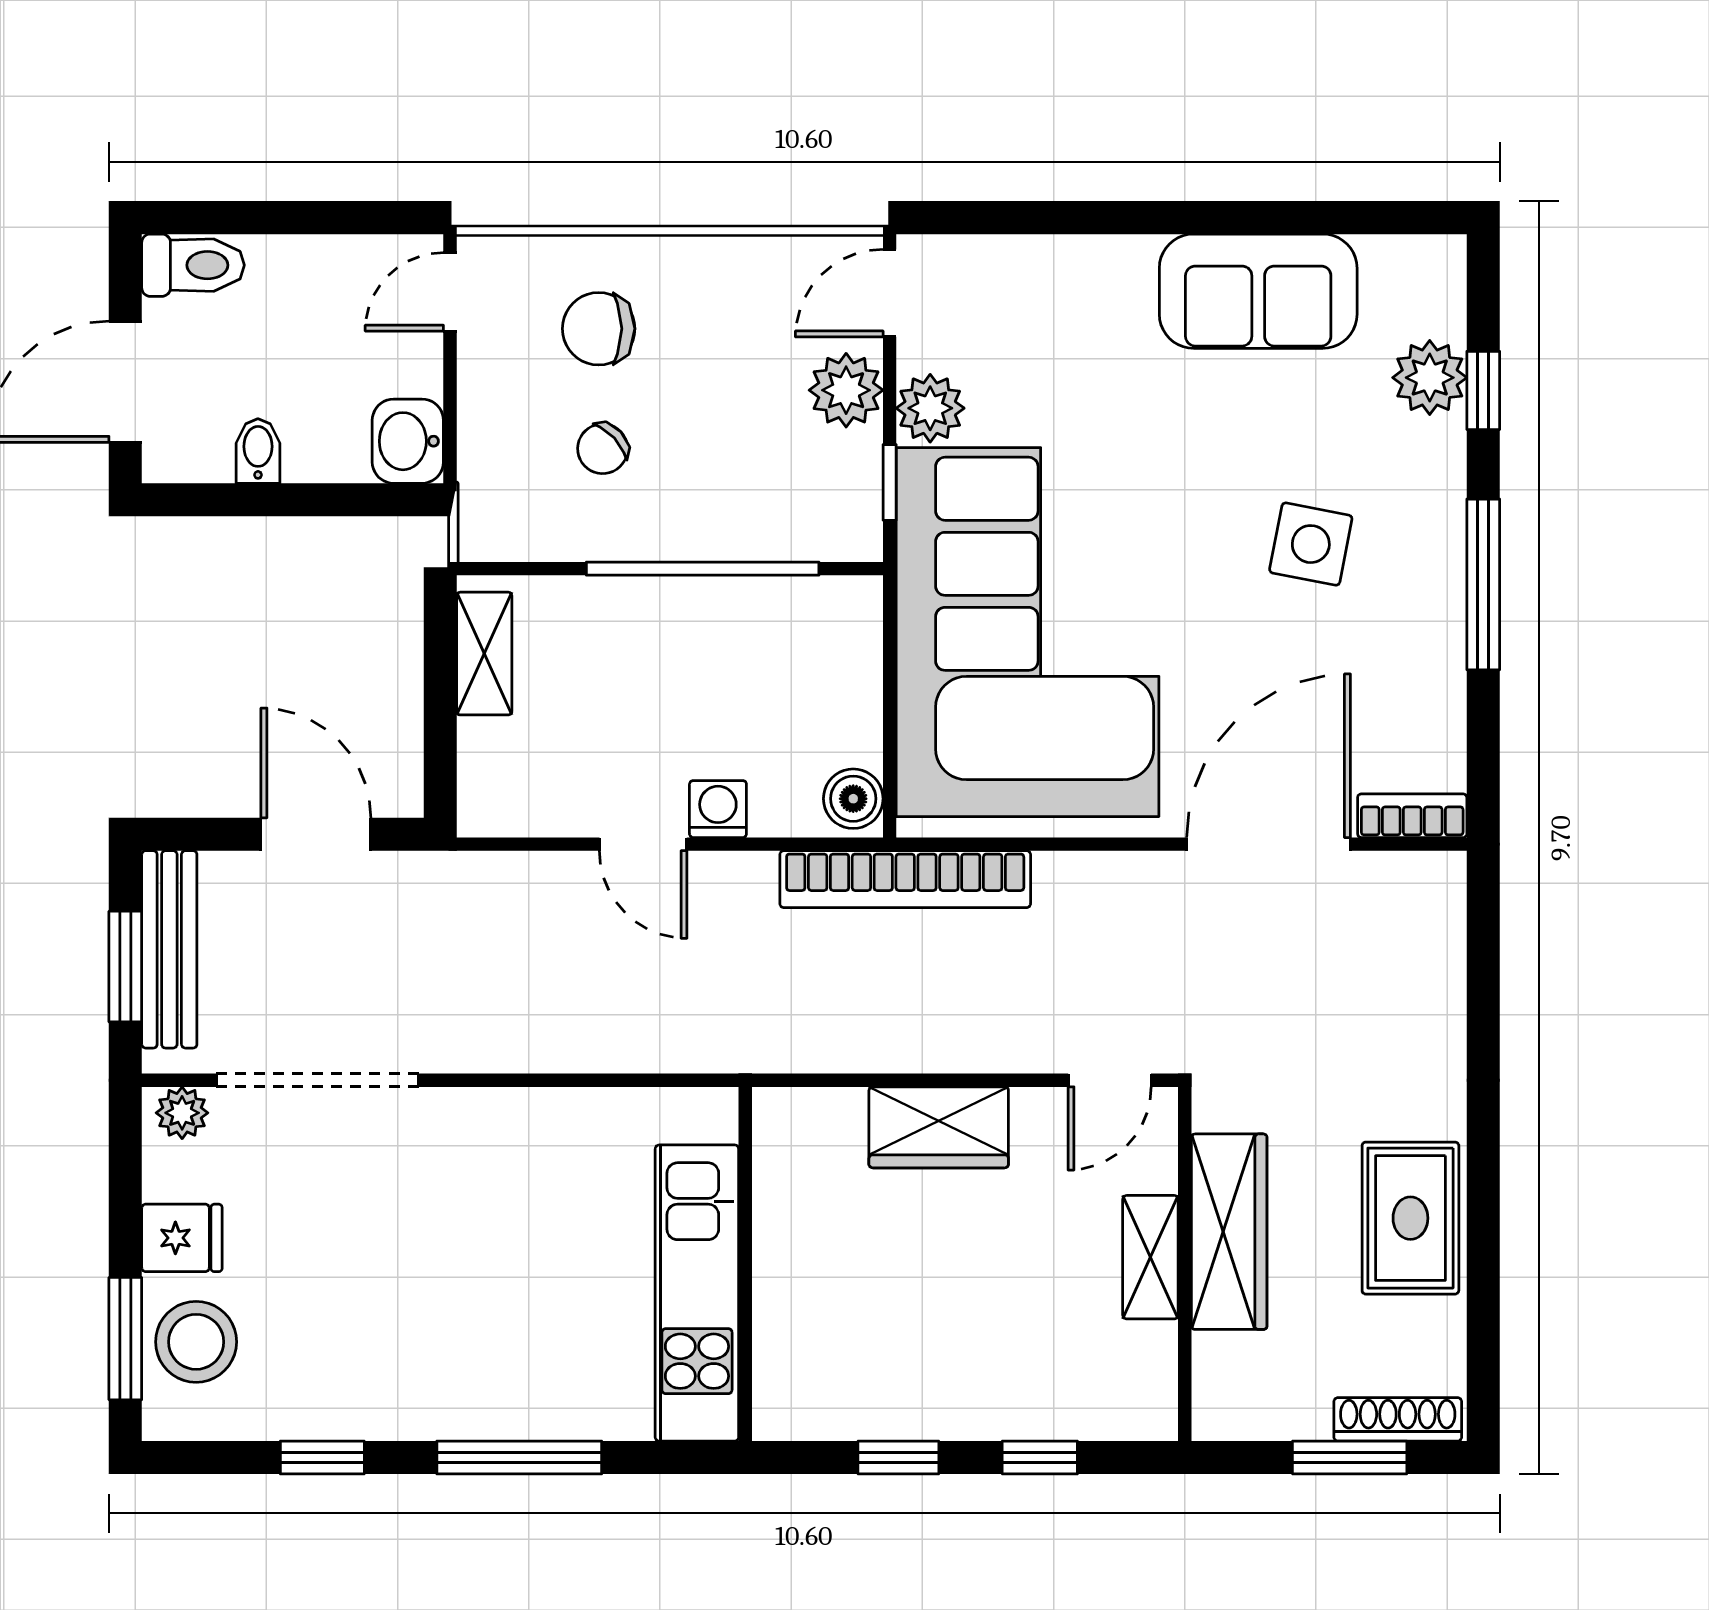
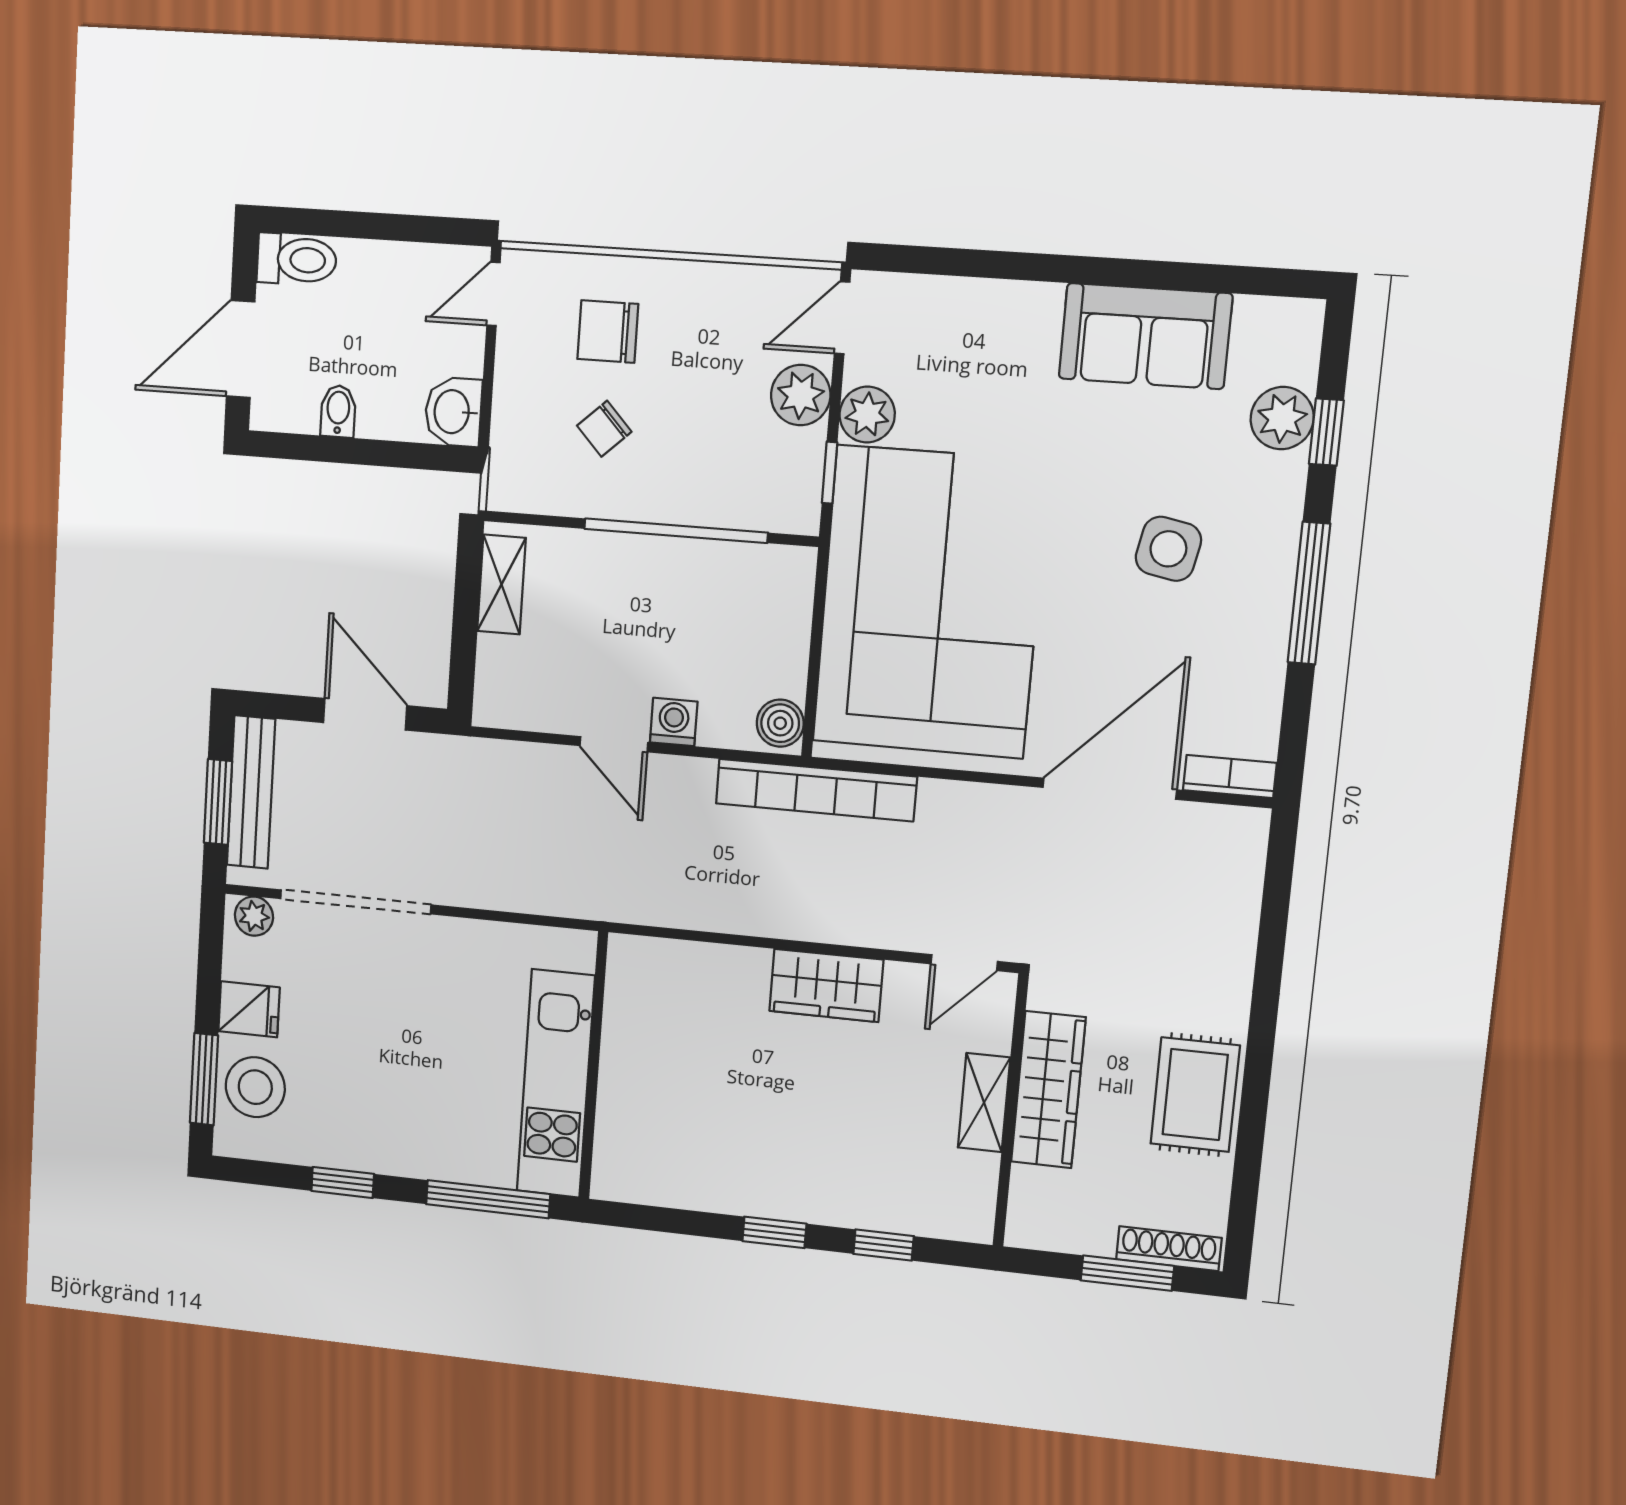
wall: (745, 1264) -> (594, 1066), moved
kitchen unit: (697, 1293) -> (556, 1084), moved

